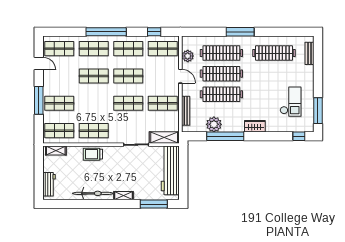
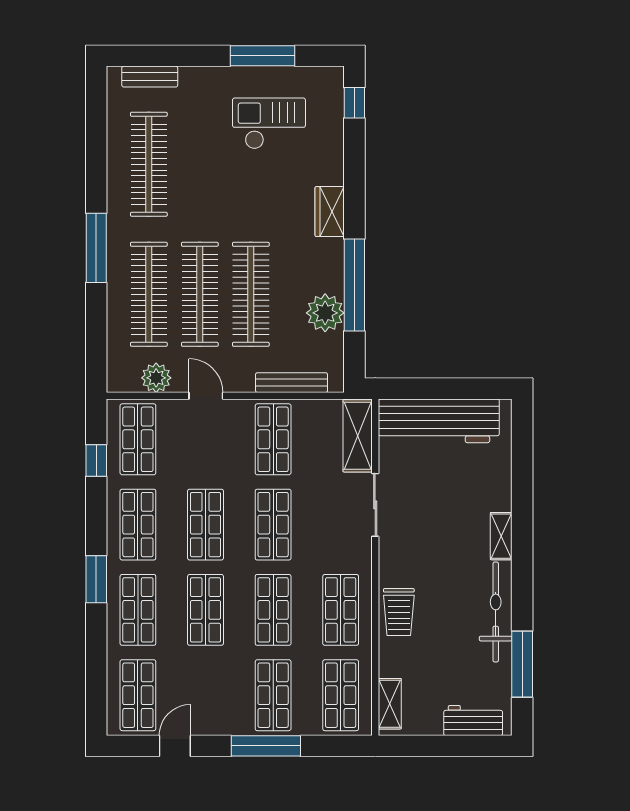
window: (106, 32) -> (96, 579), width x0.47
door: (180, 76) -> (206, 396), hinge flipped
shop shelf: (94, 103) -> (273, 610), added
window: (318, 111) -> (263, 56), moved
window: (154, 204) -> (522, 664), moved

